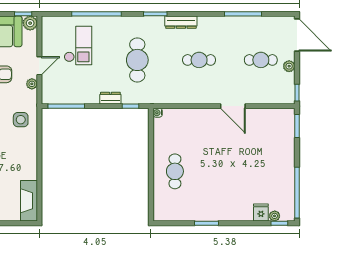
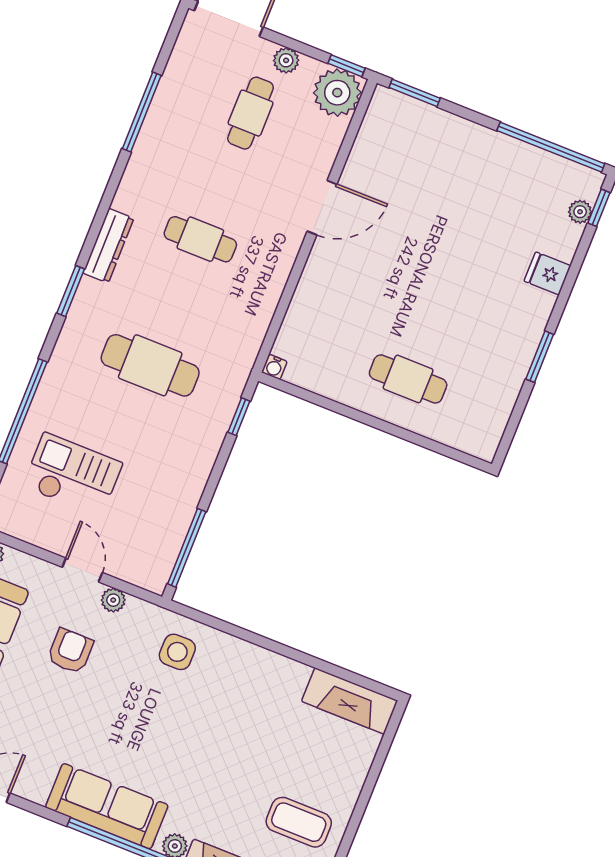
cafe table: (199, 60) -> (200, 239), turned 90
plant: (284, 93) -> (337, 93), added
dresser: (110, 98) -> (206, 451), removed
fridge: (261, 212) -> (547, 273), moved

